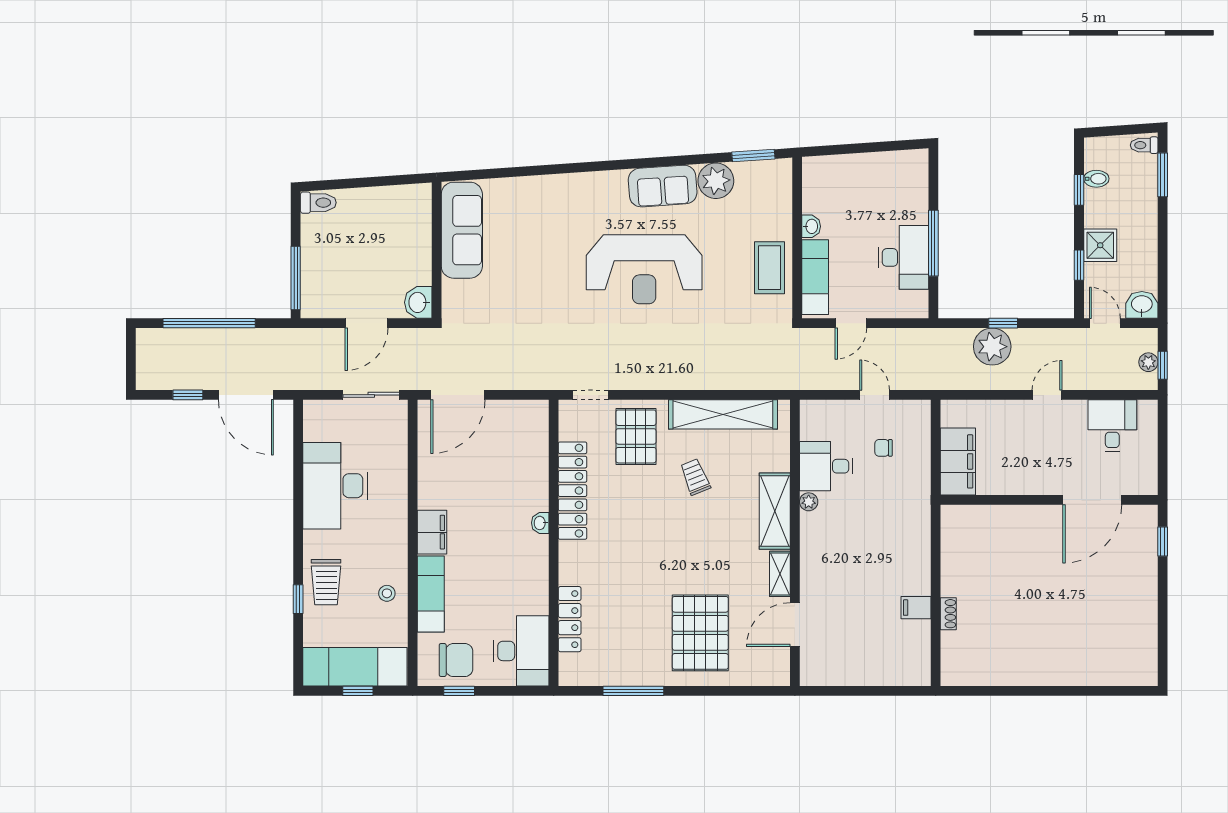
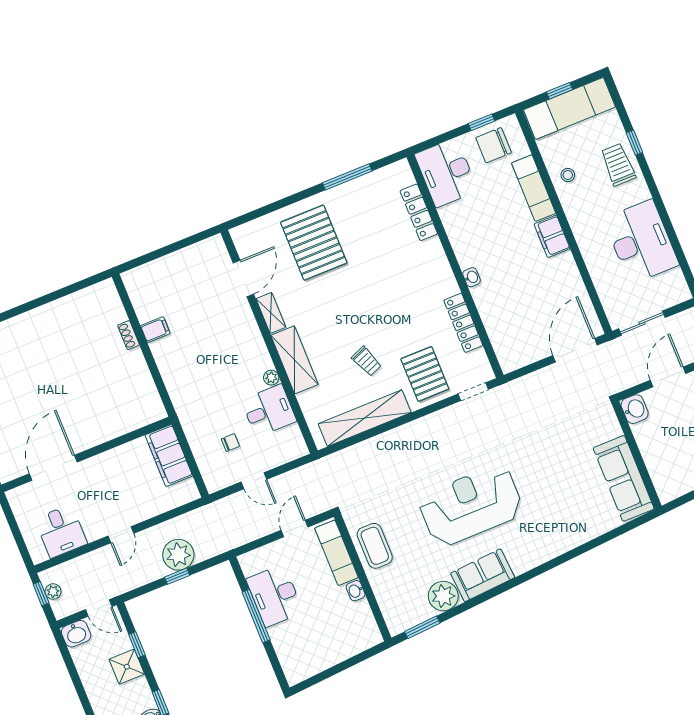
locker: (572, 491) -> (463, 323), width x0.71, depth x0.83

